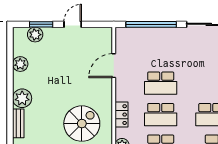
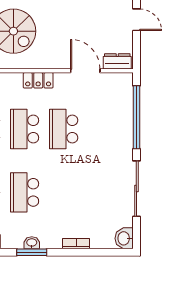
dresser: (106, 40) -> (117, 61), added
locker: (121, 115) -> (38, 80), moved

